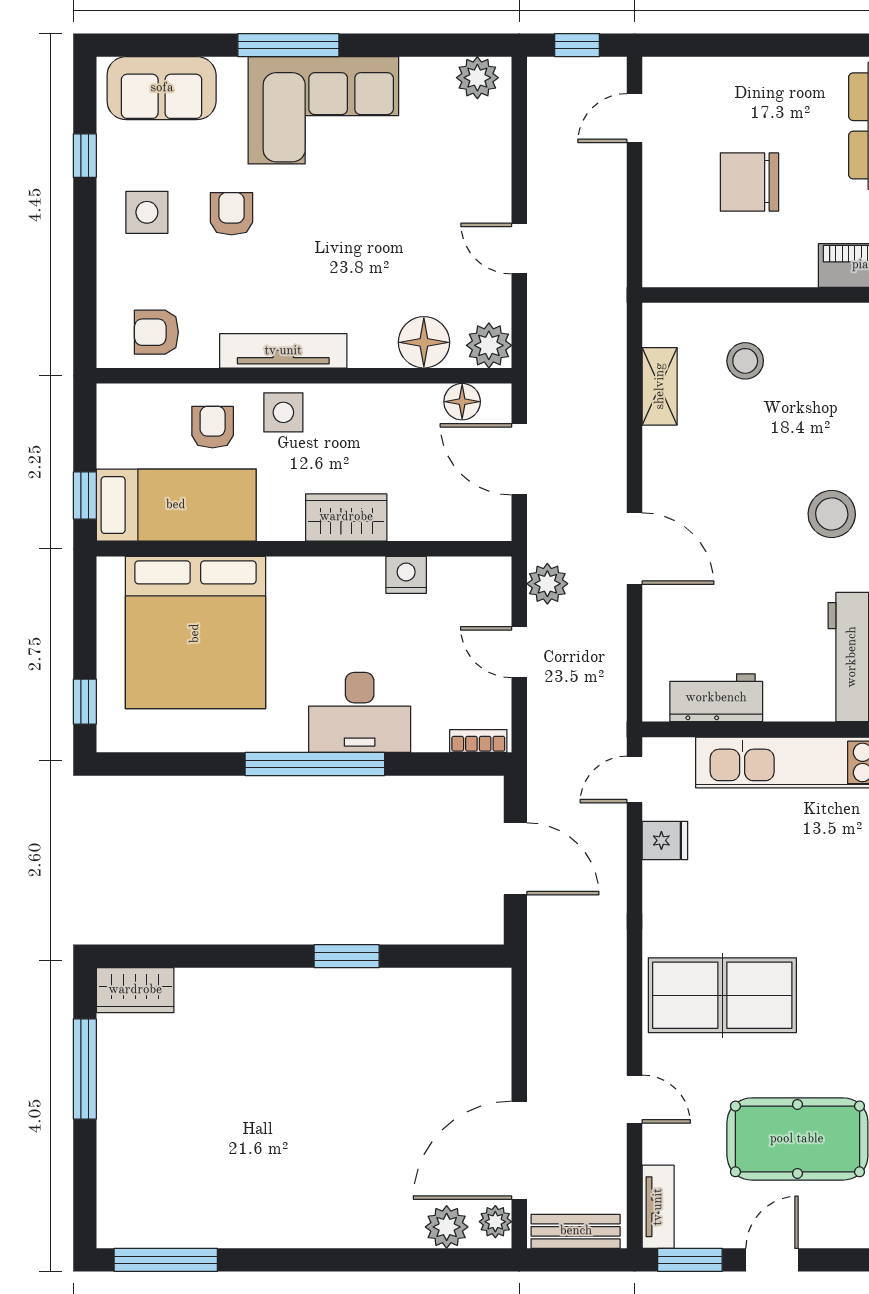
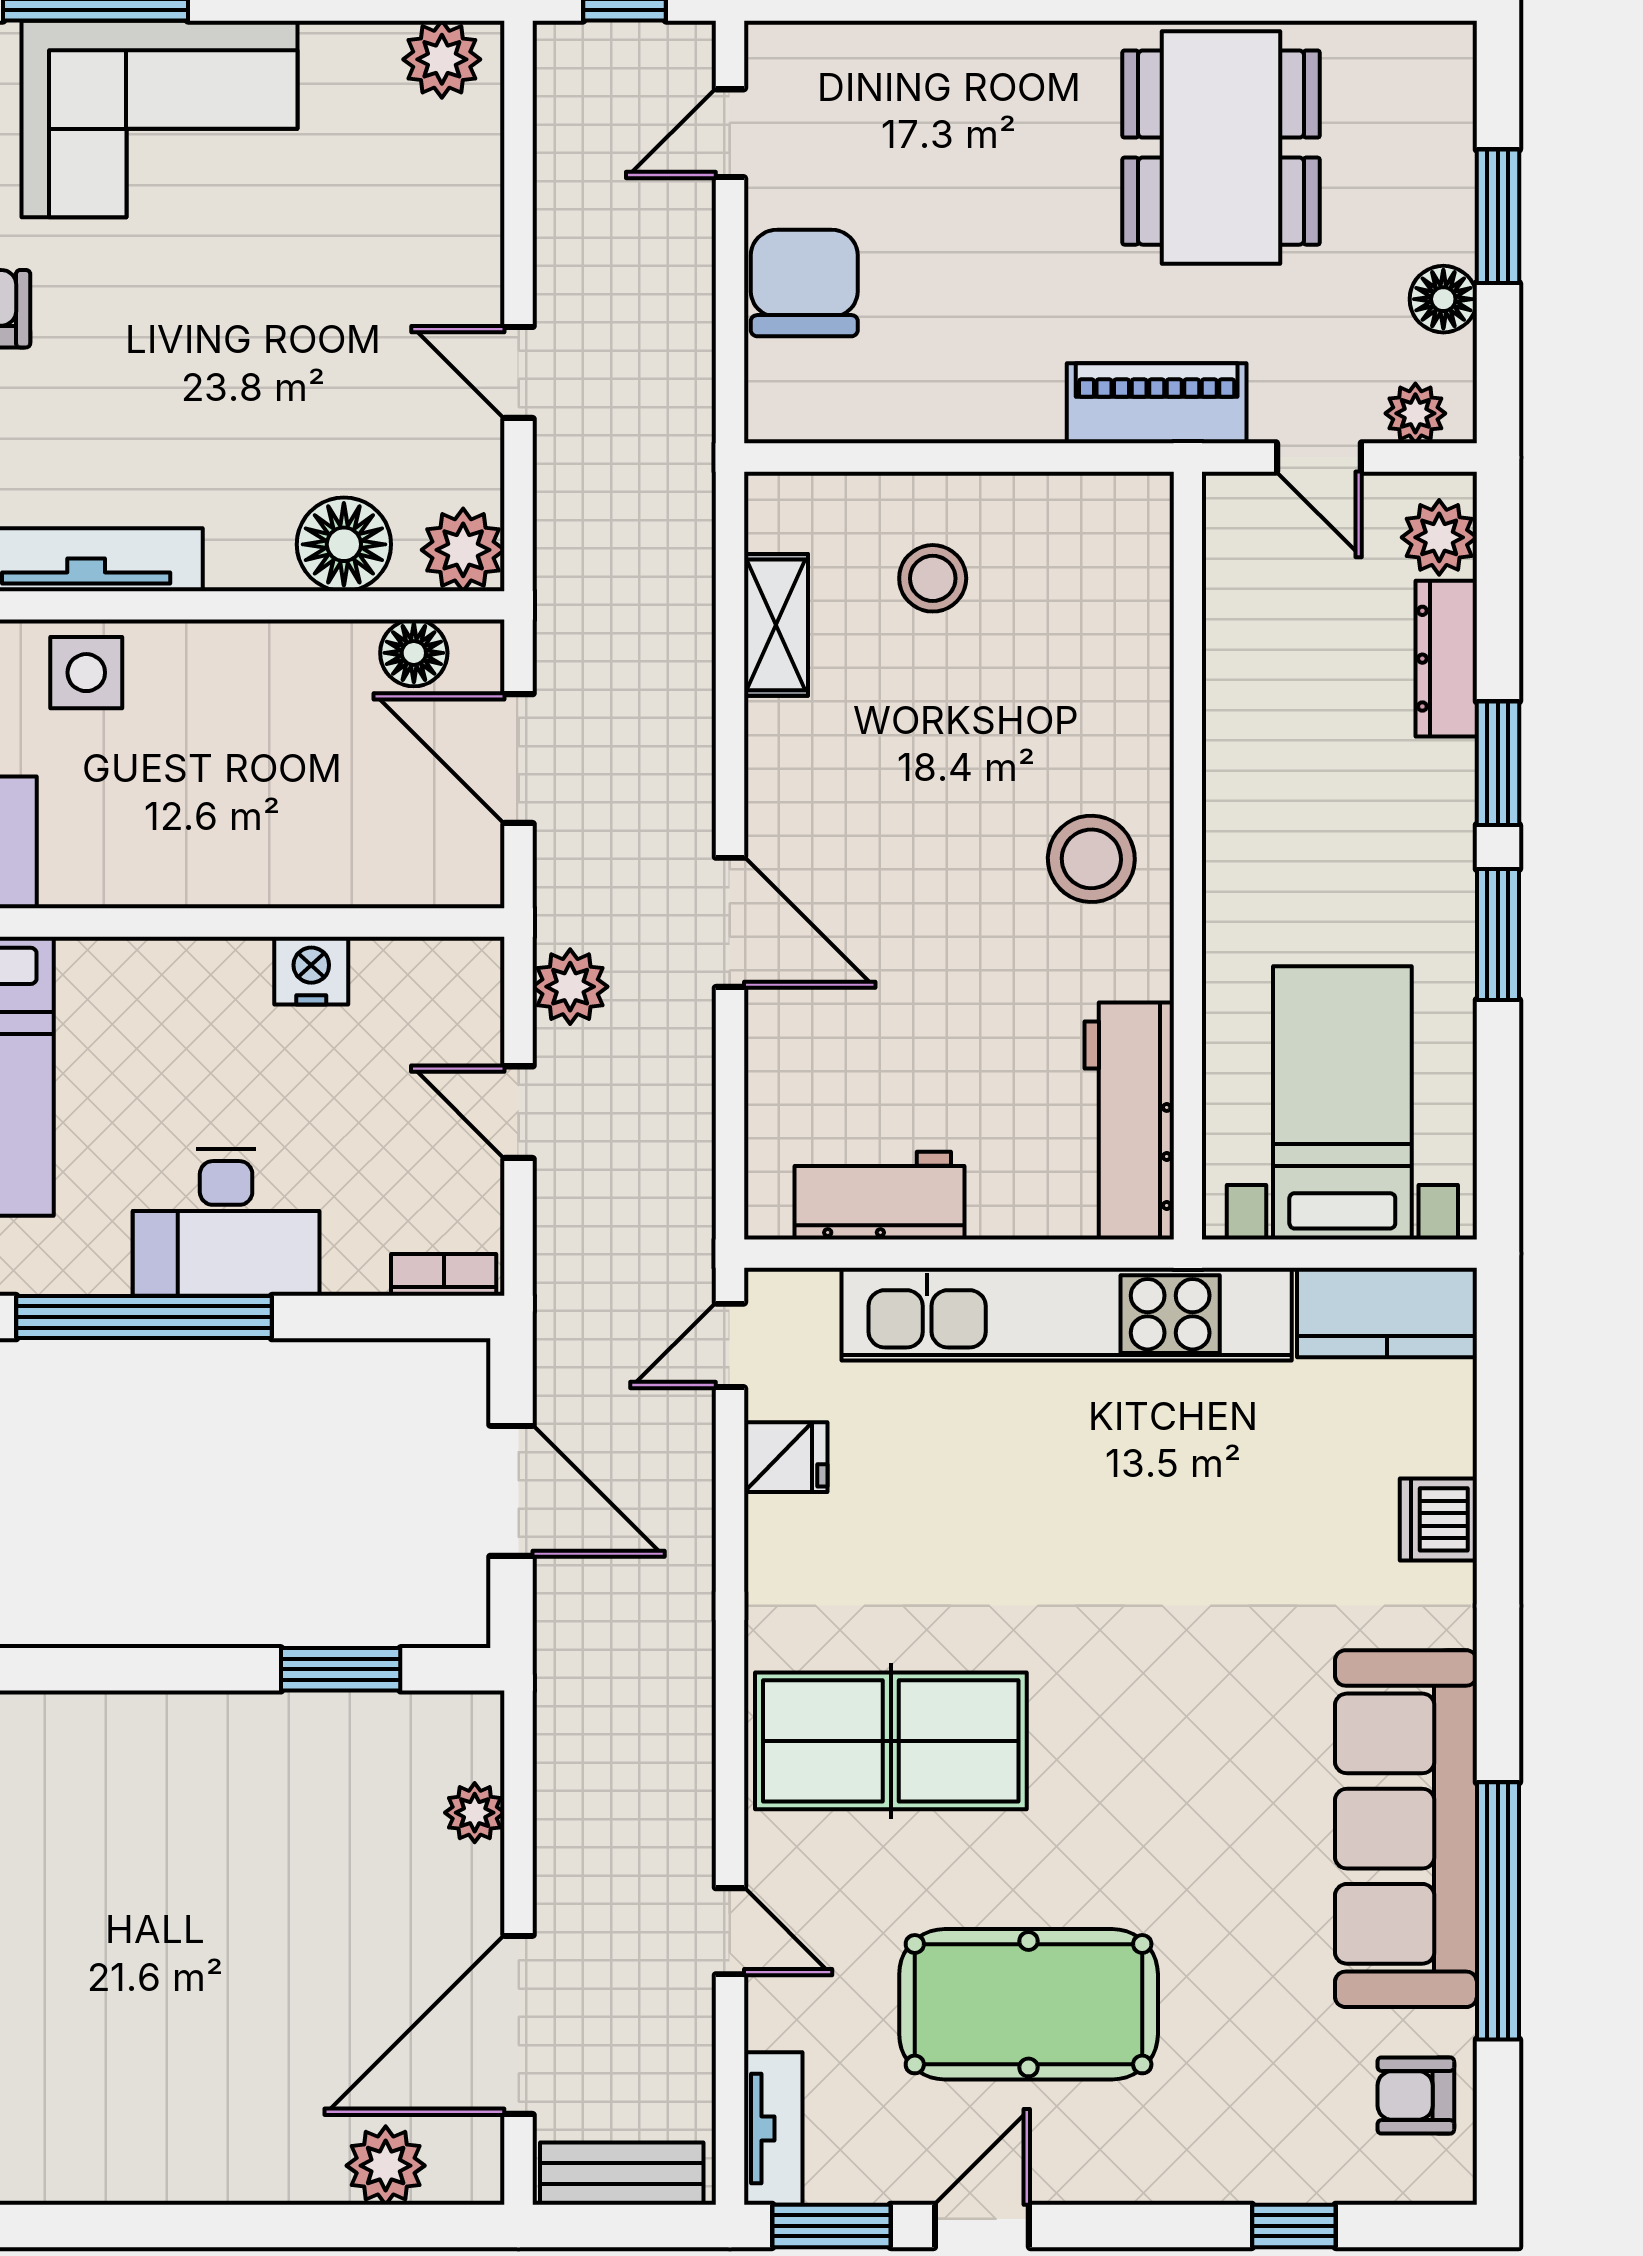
chair: (749, 182) -> (804, 283), moved, turned 90
wardrobe: (346, 517) -> (202, 865), removed
window: (347, 956) -> (341, 1669), moved
plant: (495, 1222) -> (475, 1813), moved

